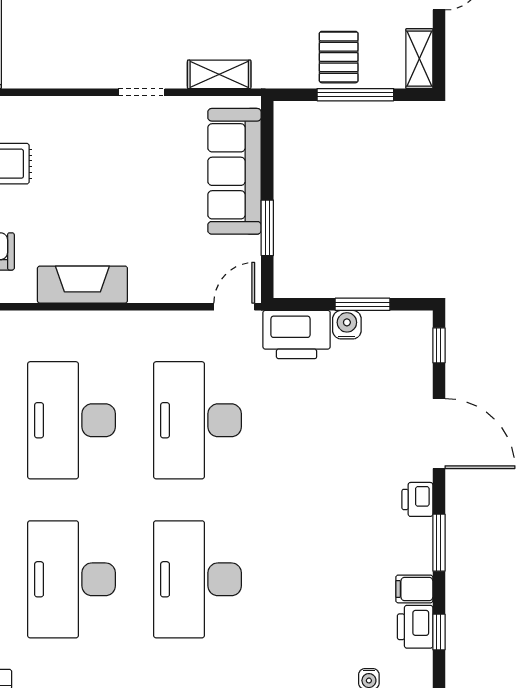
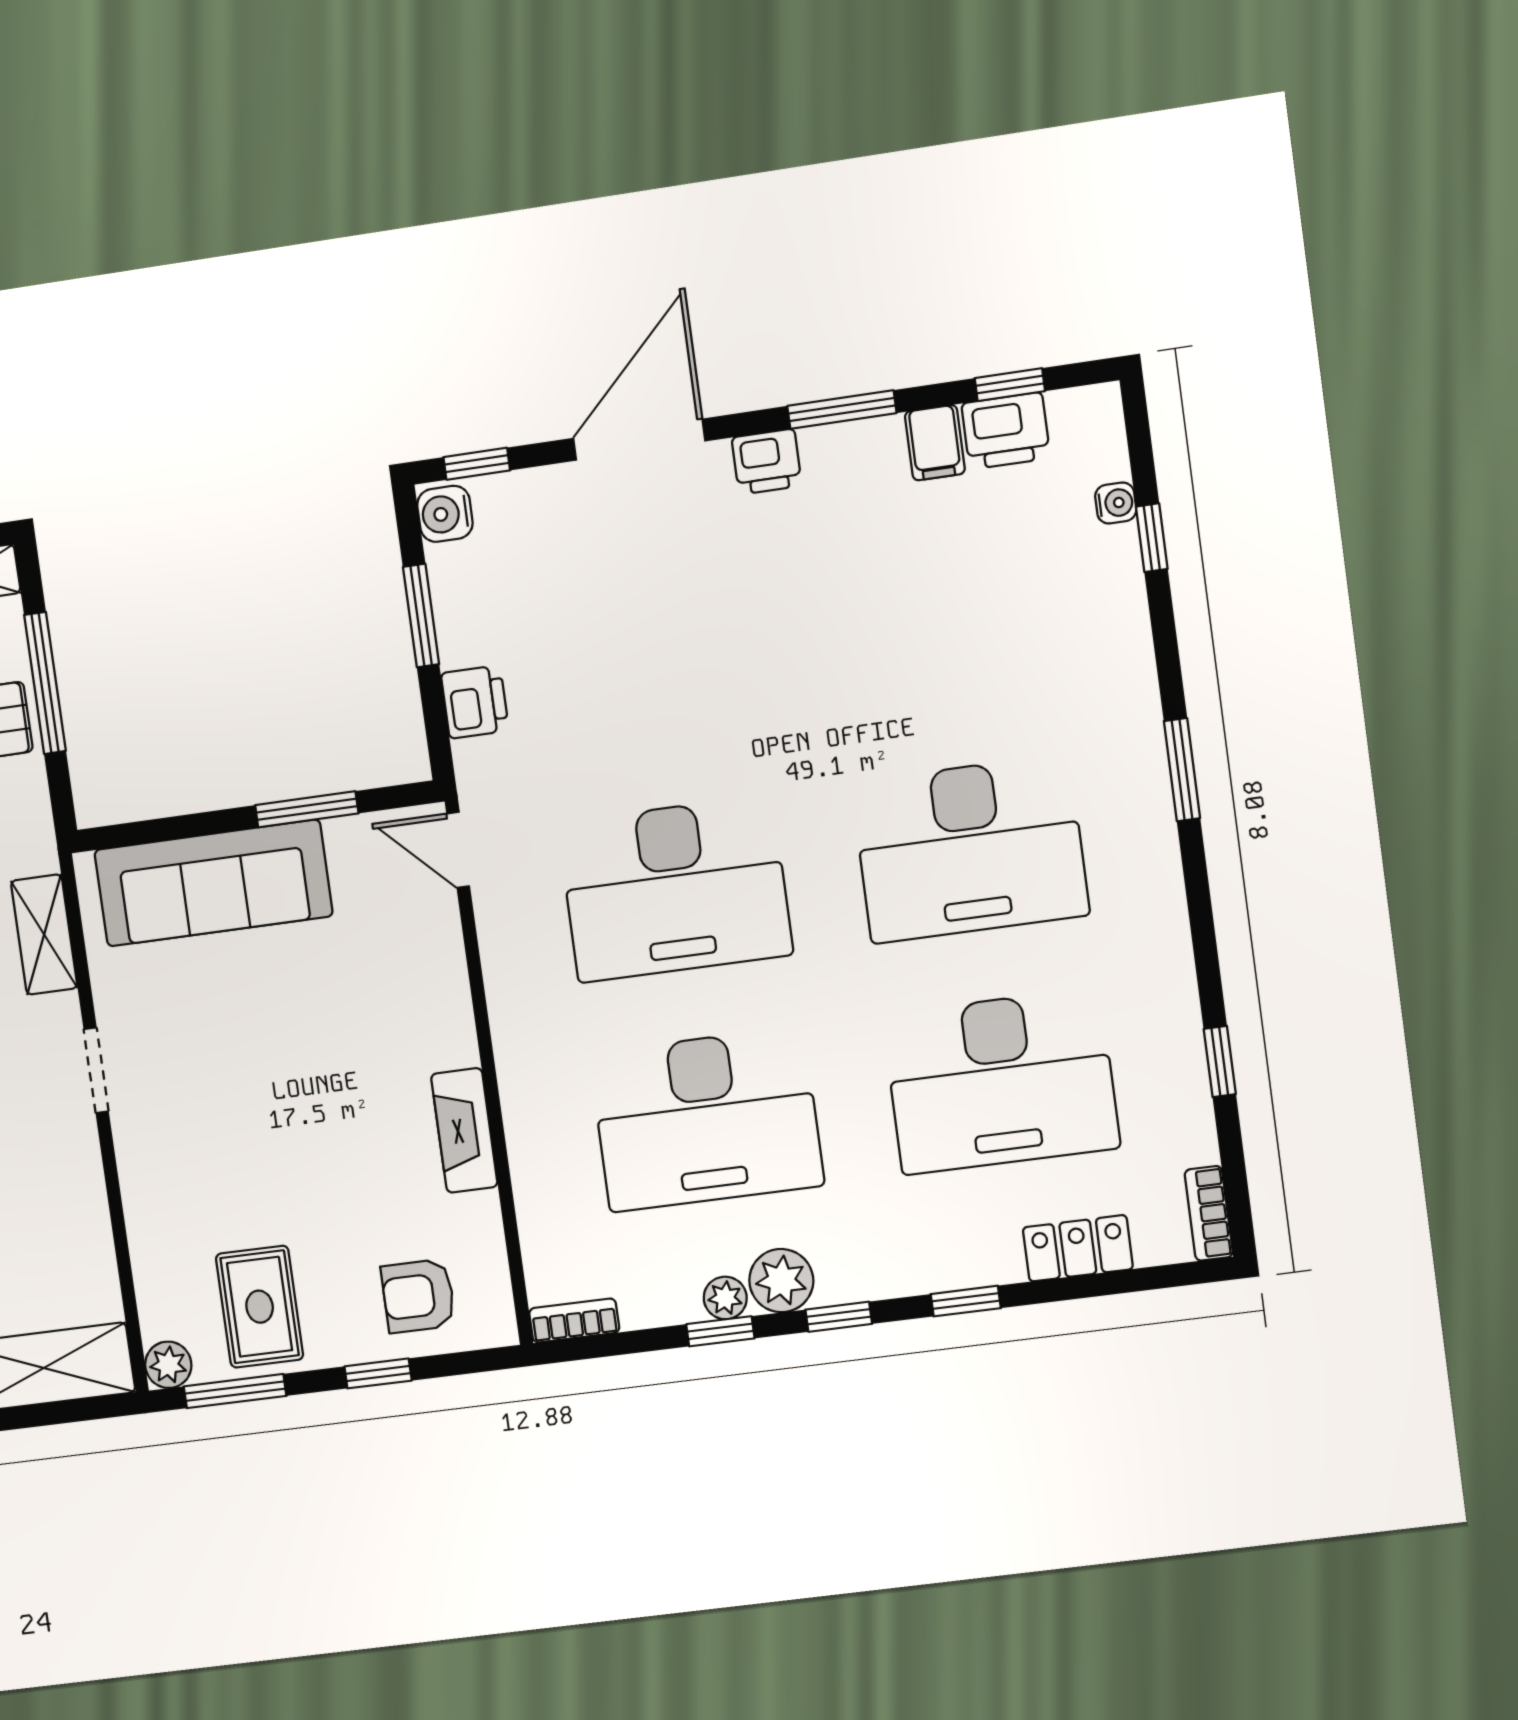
fireplace: (82, 285) -> (464, 1130), width x0.73, depth x0.76
water cooler: (347, 325) -> (445, 514), moved
printer: (297, 335) -> (475, 702), width x0.53, depth x0.68

